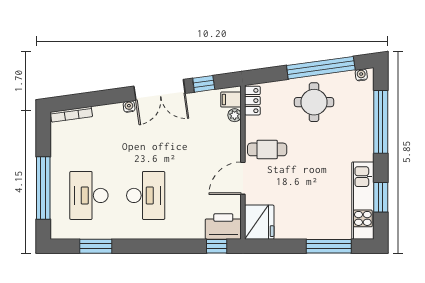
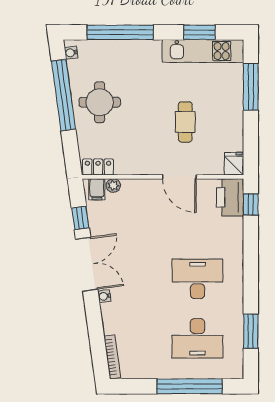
cafe table: (267, 149) -> (185, 122), moved
fridge: (259, 222) -> (234, 164), width x0.53, depth x0.75

